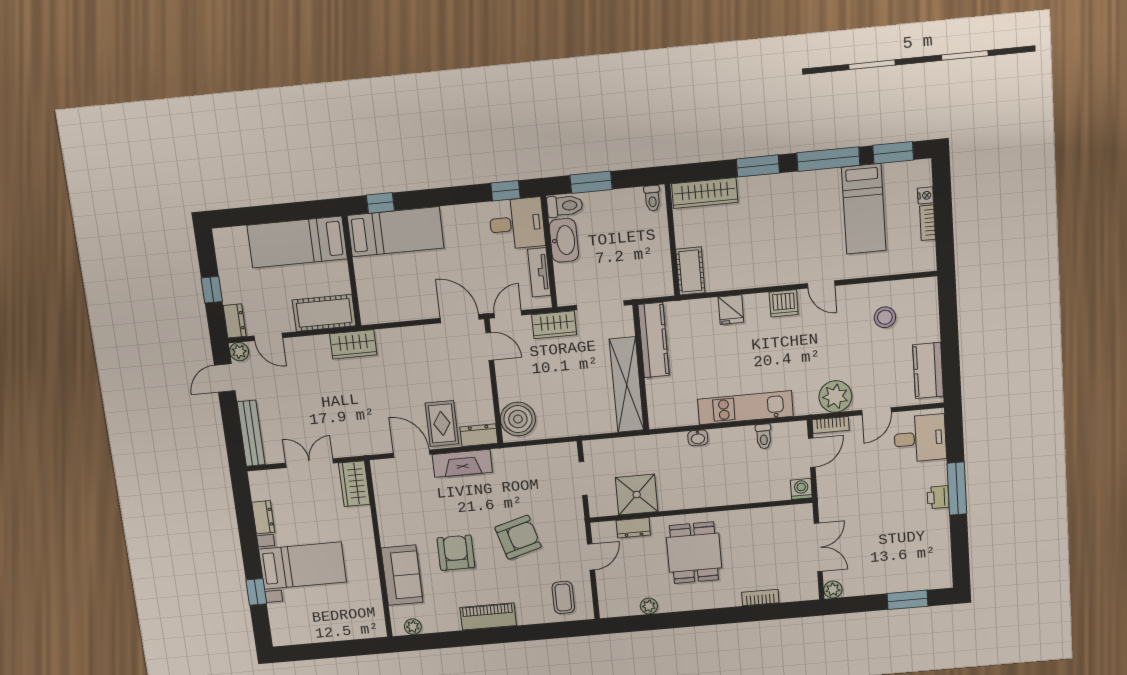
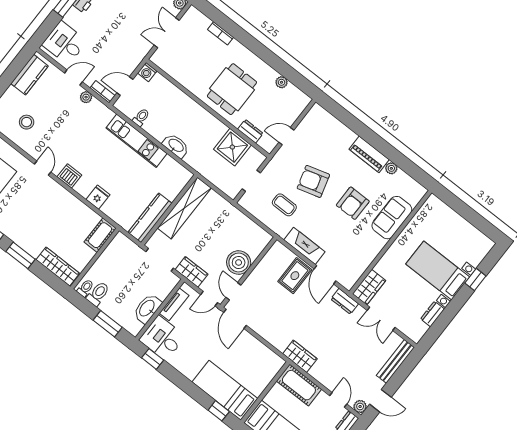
toilet: (565, 206) -> (98, 294), moved, turned 90
plant: (835, 397) -> (86, 97), width x0.53, depth x0.53
boiler: (518, 419) -> (239, 262), moved
dresser: (479, 435) -> (345, 301), moved
washbasin: (698, 438) -> (176, 146), width x1.91, depth x1.45
coffee table: (563, 597) -> (284, 205), moved, turned 90
plant: (413, 627) -> (391, 168), moved

